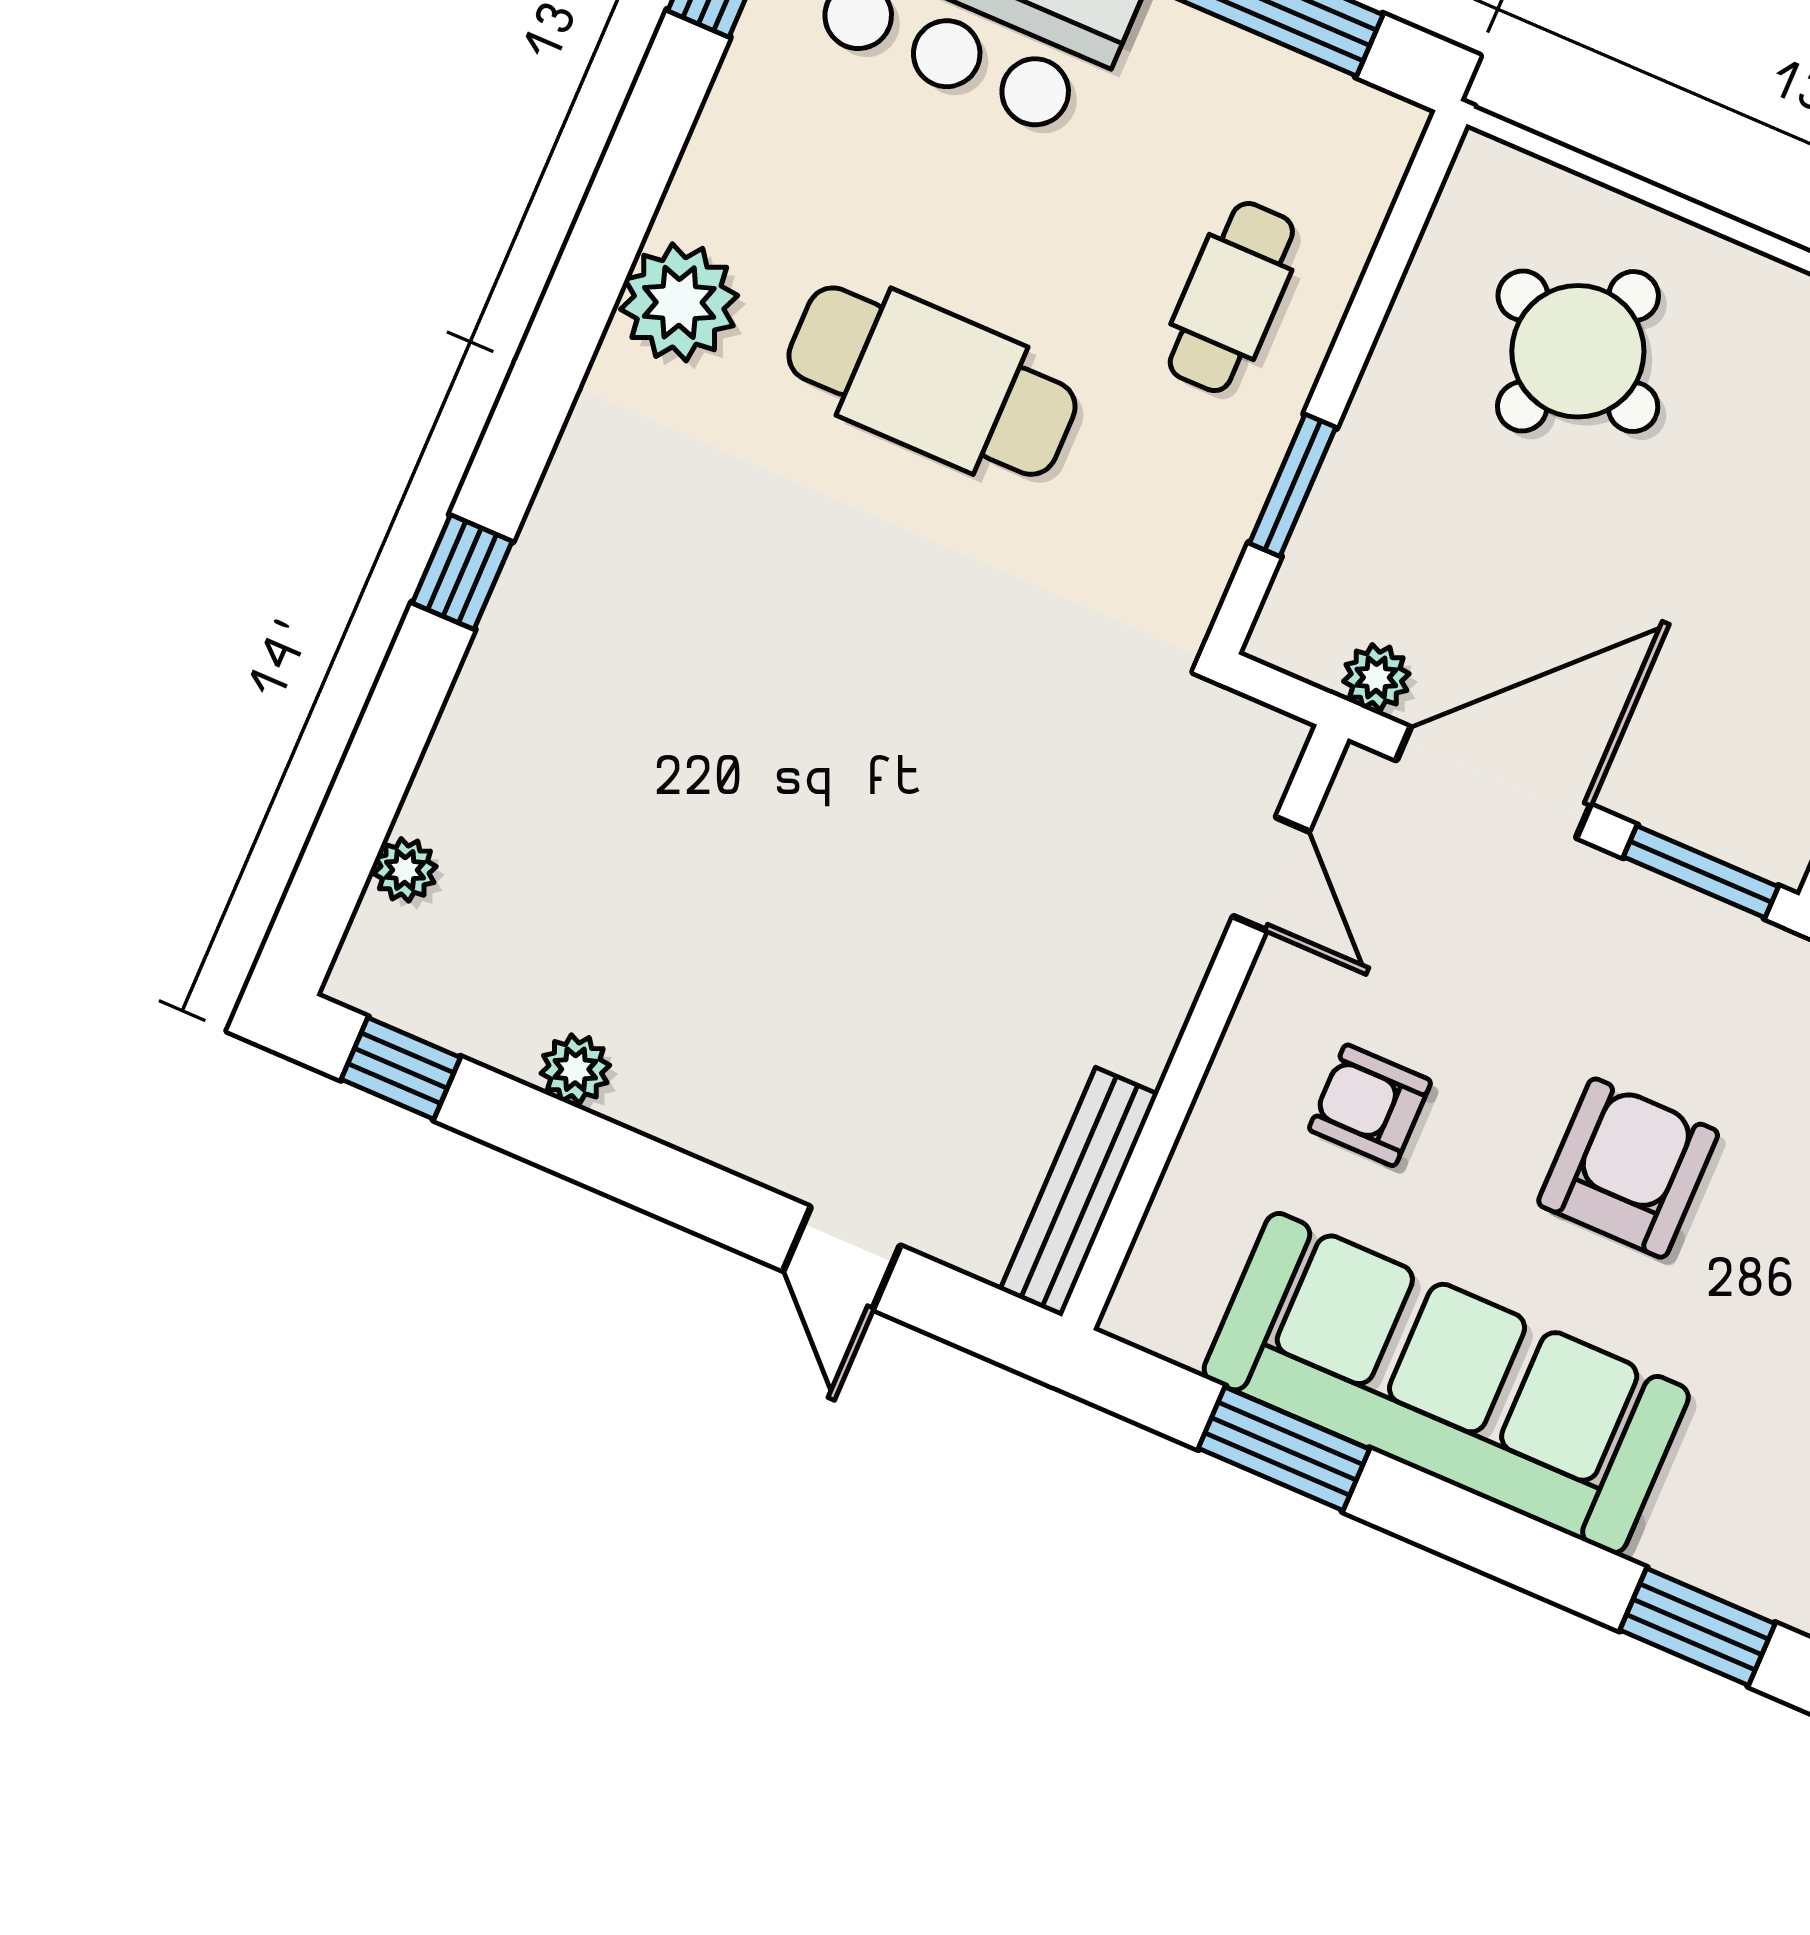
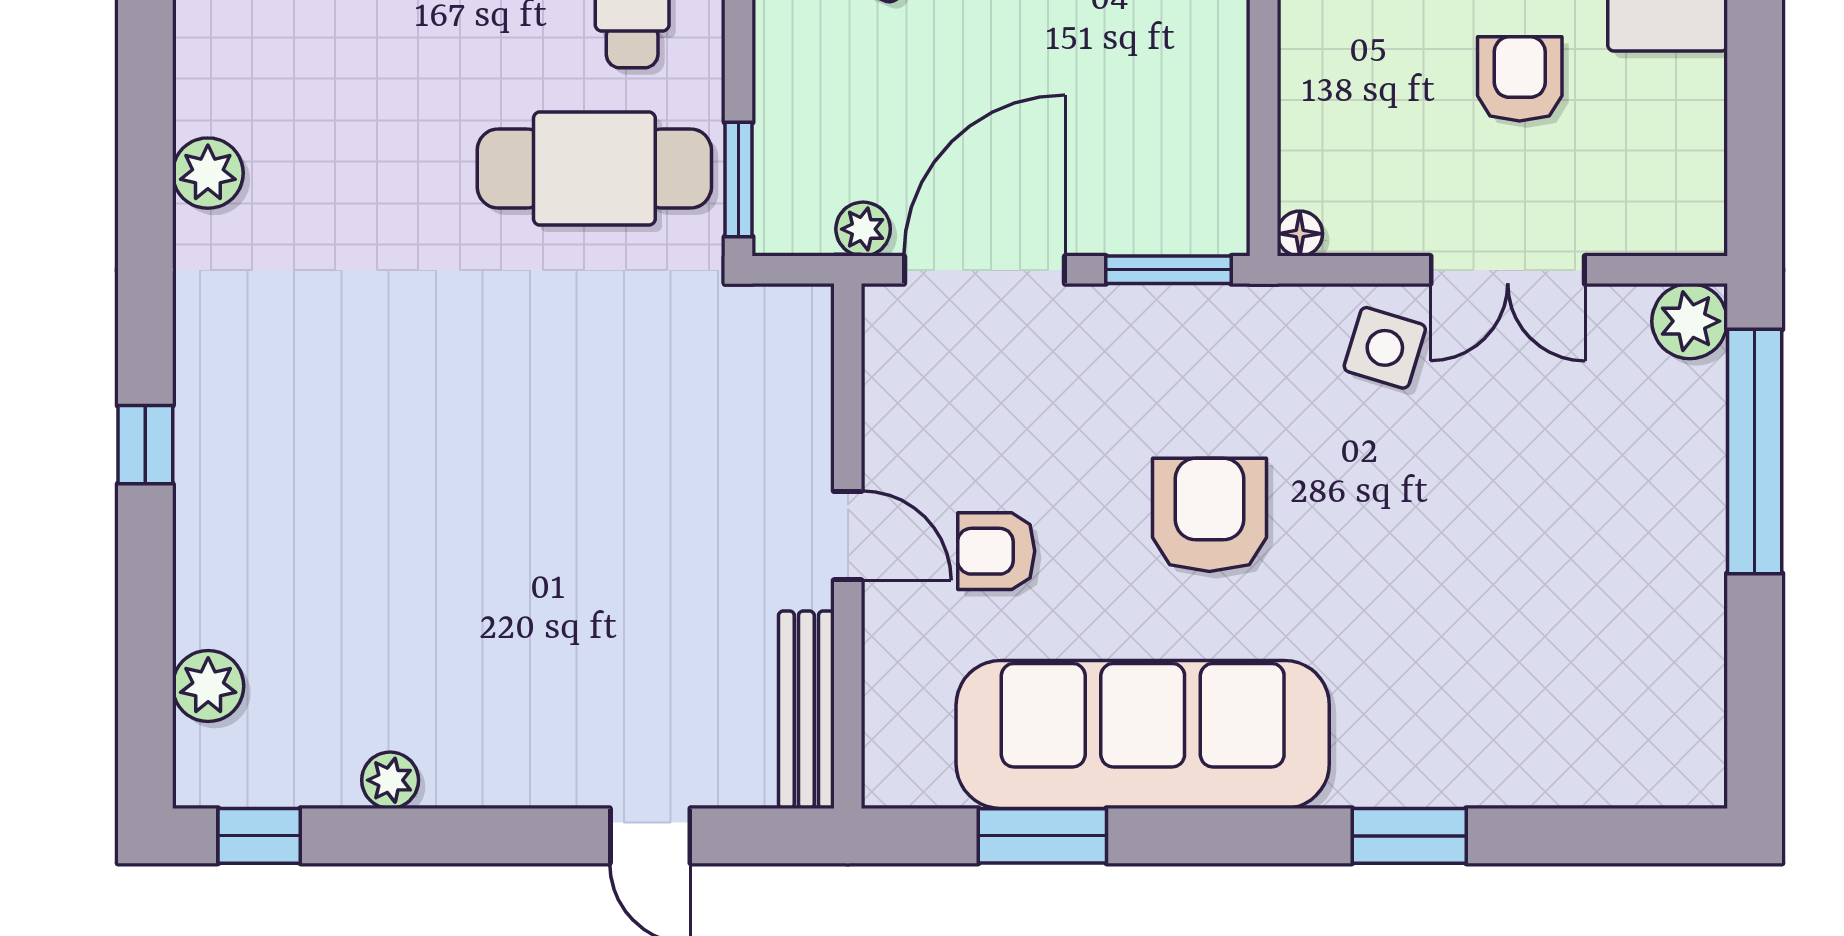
plant: (679, 302) -> (208, 173), width x0.73, depth x0.73
cafe table: (932, 381) -> (594, 169), moved
window: (1293, 485) -> (739, 180), moved
plant: (405, 870) -> (208, 686), width x1.38, depth x1.38
door: (1271, 874) -> (848, 536), moved

